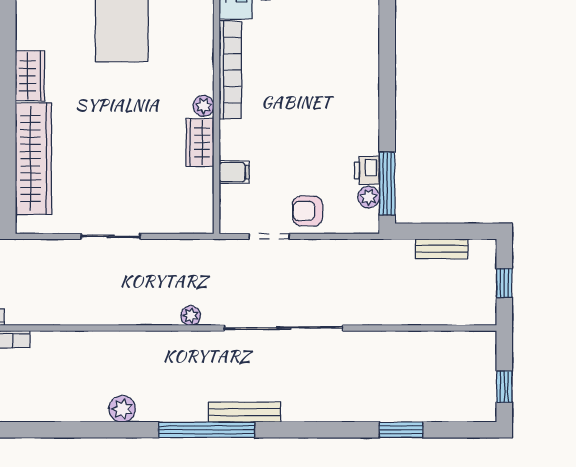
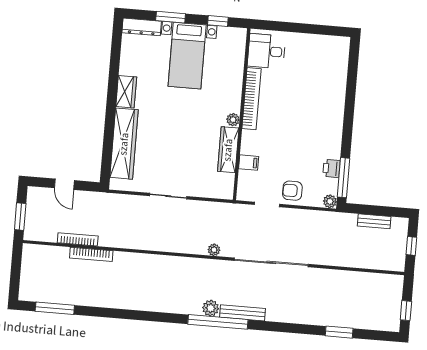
wardrobe: (200, 142) -> (228, 150), width x1.50
plant: (369, 197) -> (330, 201), moved
plant: (122, 409) -> (211, 308), moved

